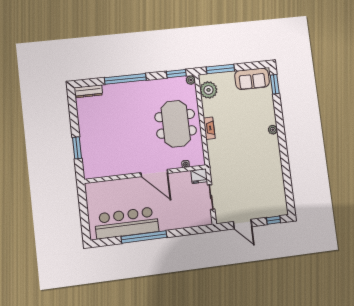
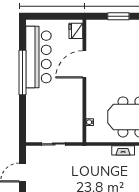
door: (154, 173) -> (84, 64), moved
fridge: (199, 176) -> (76, 31), moved

